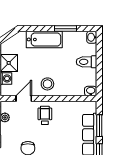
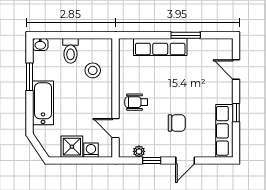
stool: (47, 84) -> (93, 70), moved
washbasin: (91, 91) -> (106, 46), removed
window: (99, 126) -> (149, 35), removed

